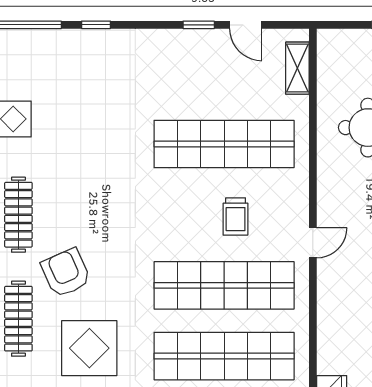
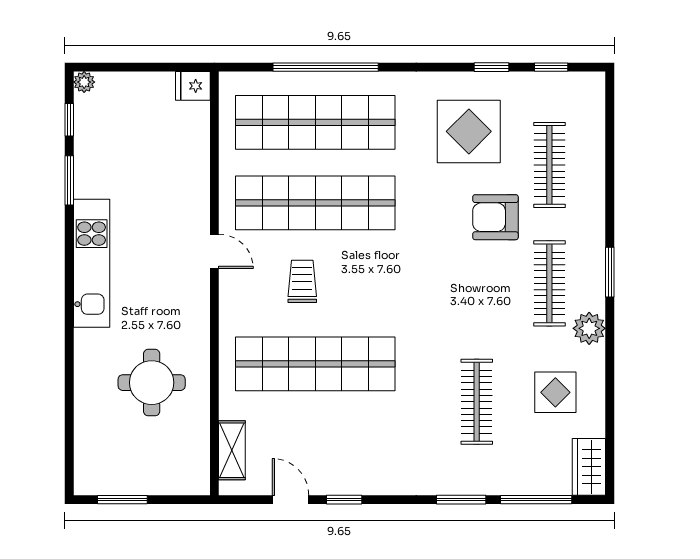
window: (96, 25) -> (461, 500), width x1.50
clothes rail: (82, 111) -> (477, 402), added
door: (313, 243) -> (214, 251), swing flipped
armchair: (66, 273) -> (495, 217), turned 114

